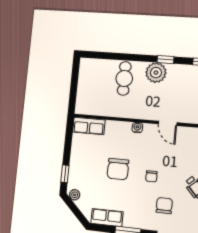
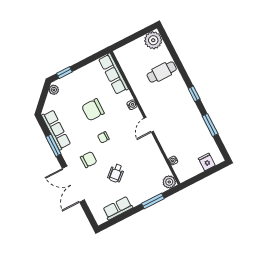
plant: (156, 73) -> (153, 40), moved
row of seats: (89, 126) -> (113, 74), width x1.48
row of seats: (107, 218) -> (56, 130), width x1.48

